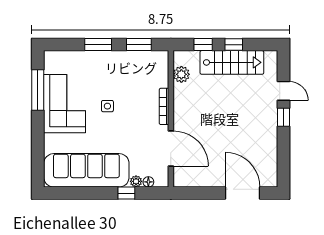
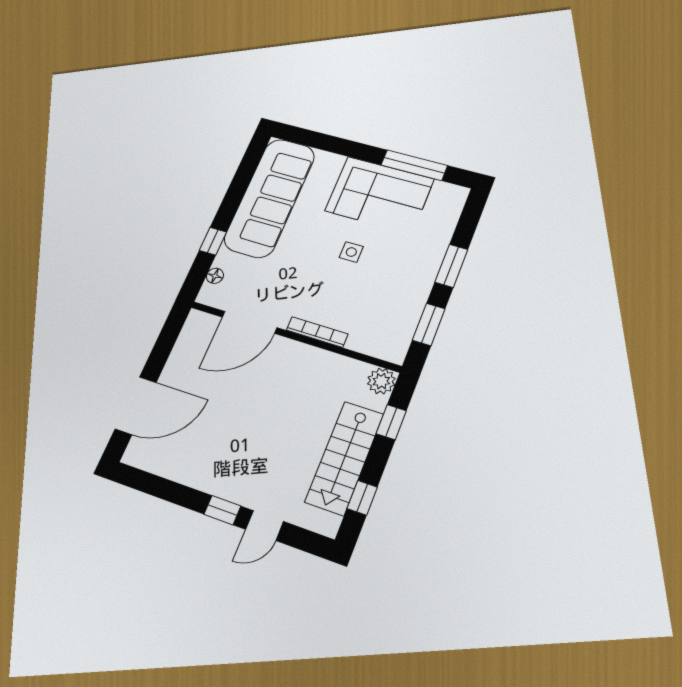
window: (234, 45) -> (362, 498), moved
plant: (181, 74) -> (381, 381), moved
plant: (136, 181) -> (224, 259), removed

